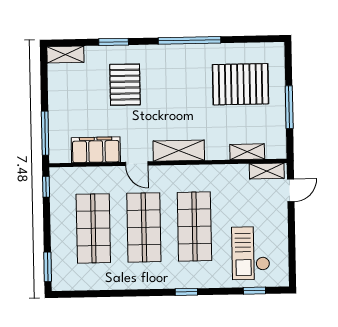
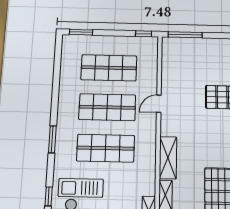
filing cabinet: (96, 150) -> (171, 72), removed
shelving: (179, 151) -> (168, 158), moved
window: (186, 292) -> (52, 139), width x1.50

